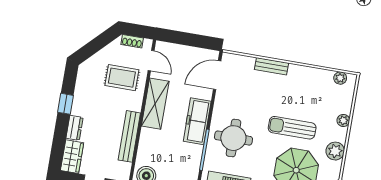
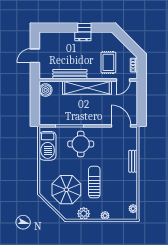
shelving: (155, 104) -> (87, 88), width x1.47
freezer: (197, 121) -> (88, 118), removed
dresser: (75, 128) -> (83, 36), moved
wardrobe: (72, 157) -> (50, 38), removed

